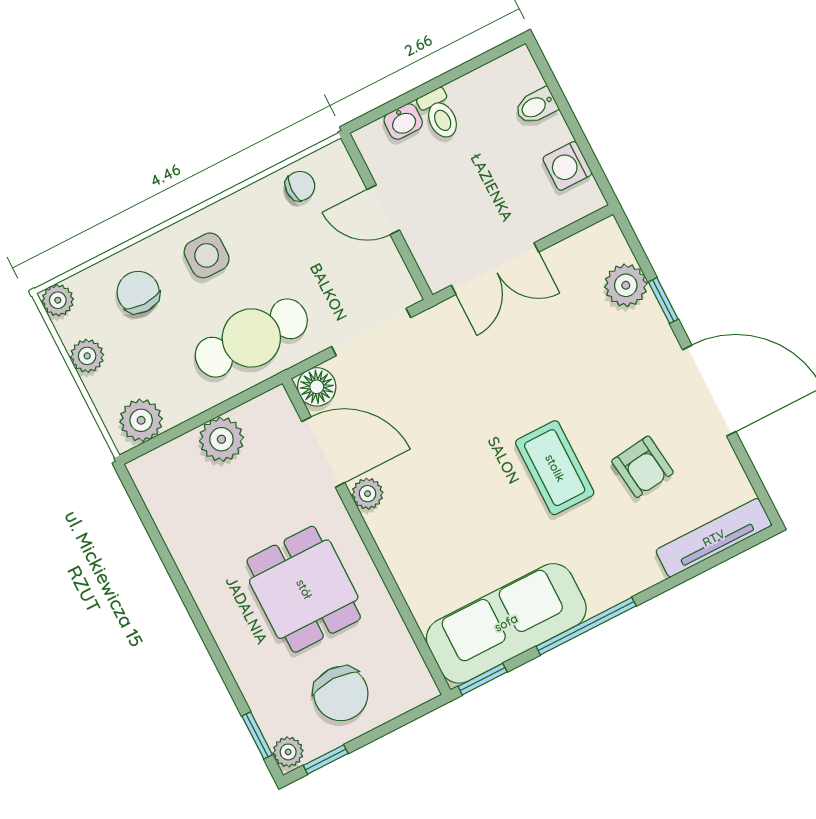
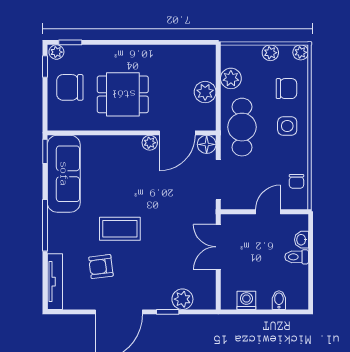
plant: (141, 420) -> (231, 78), moved
window: (586, 626) -> (45, 225), moved

